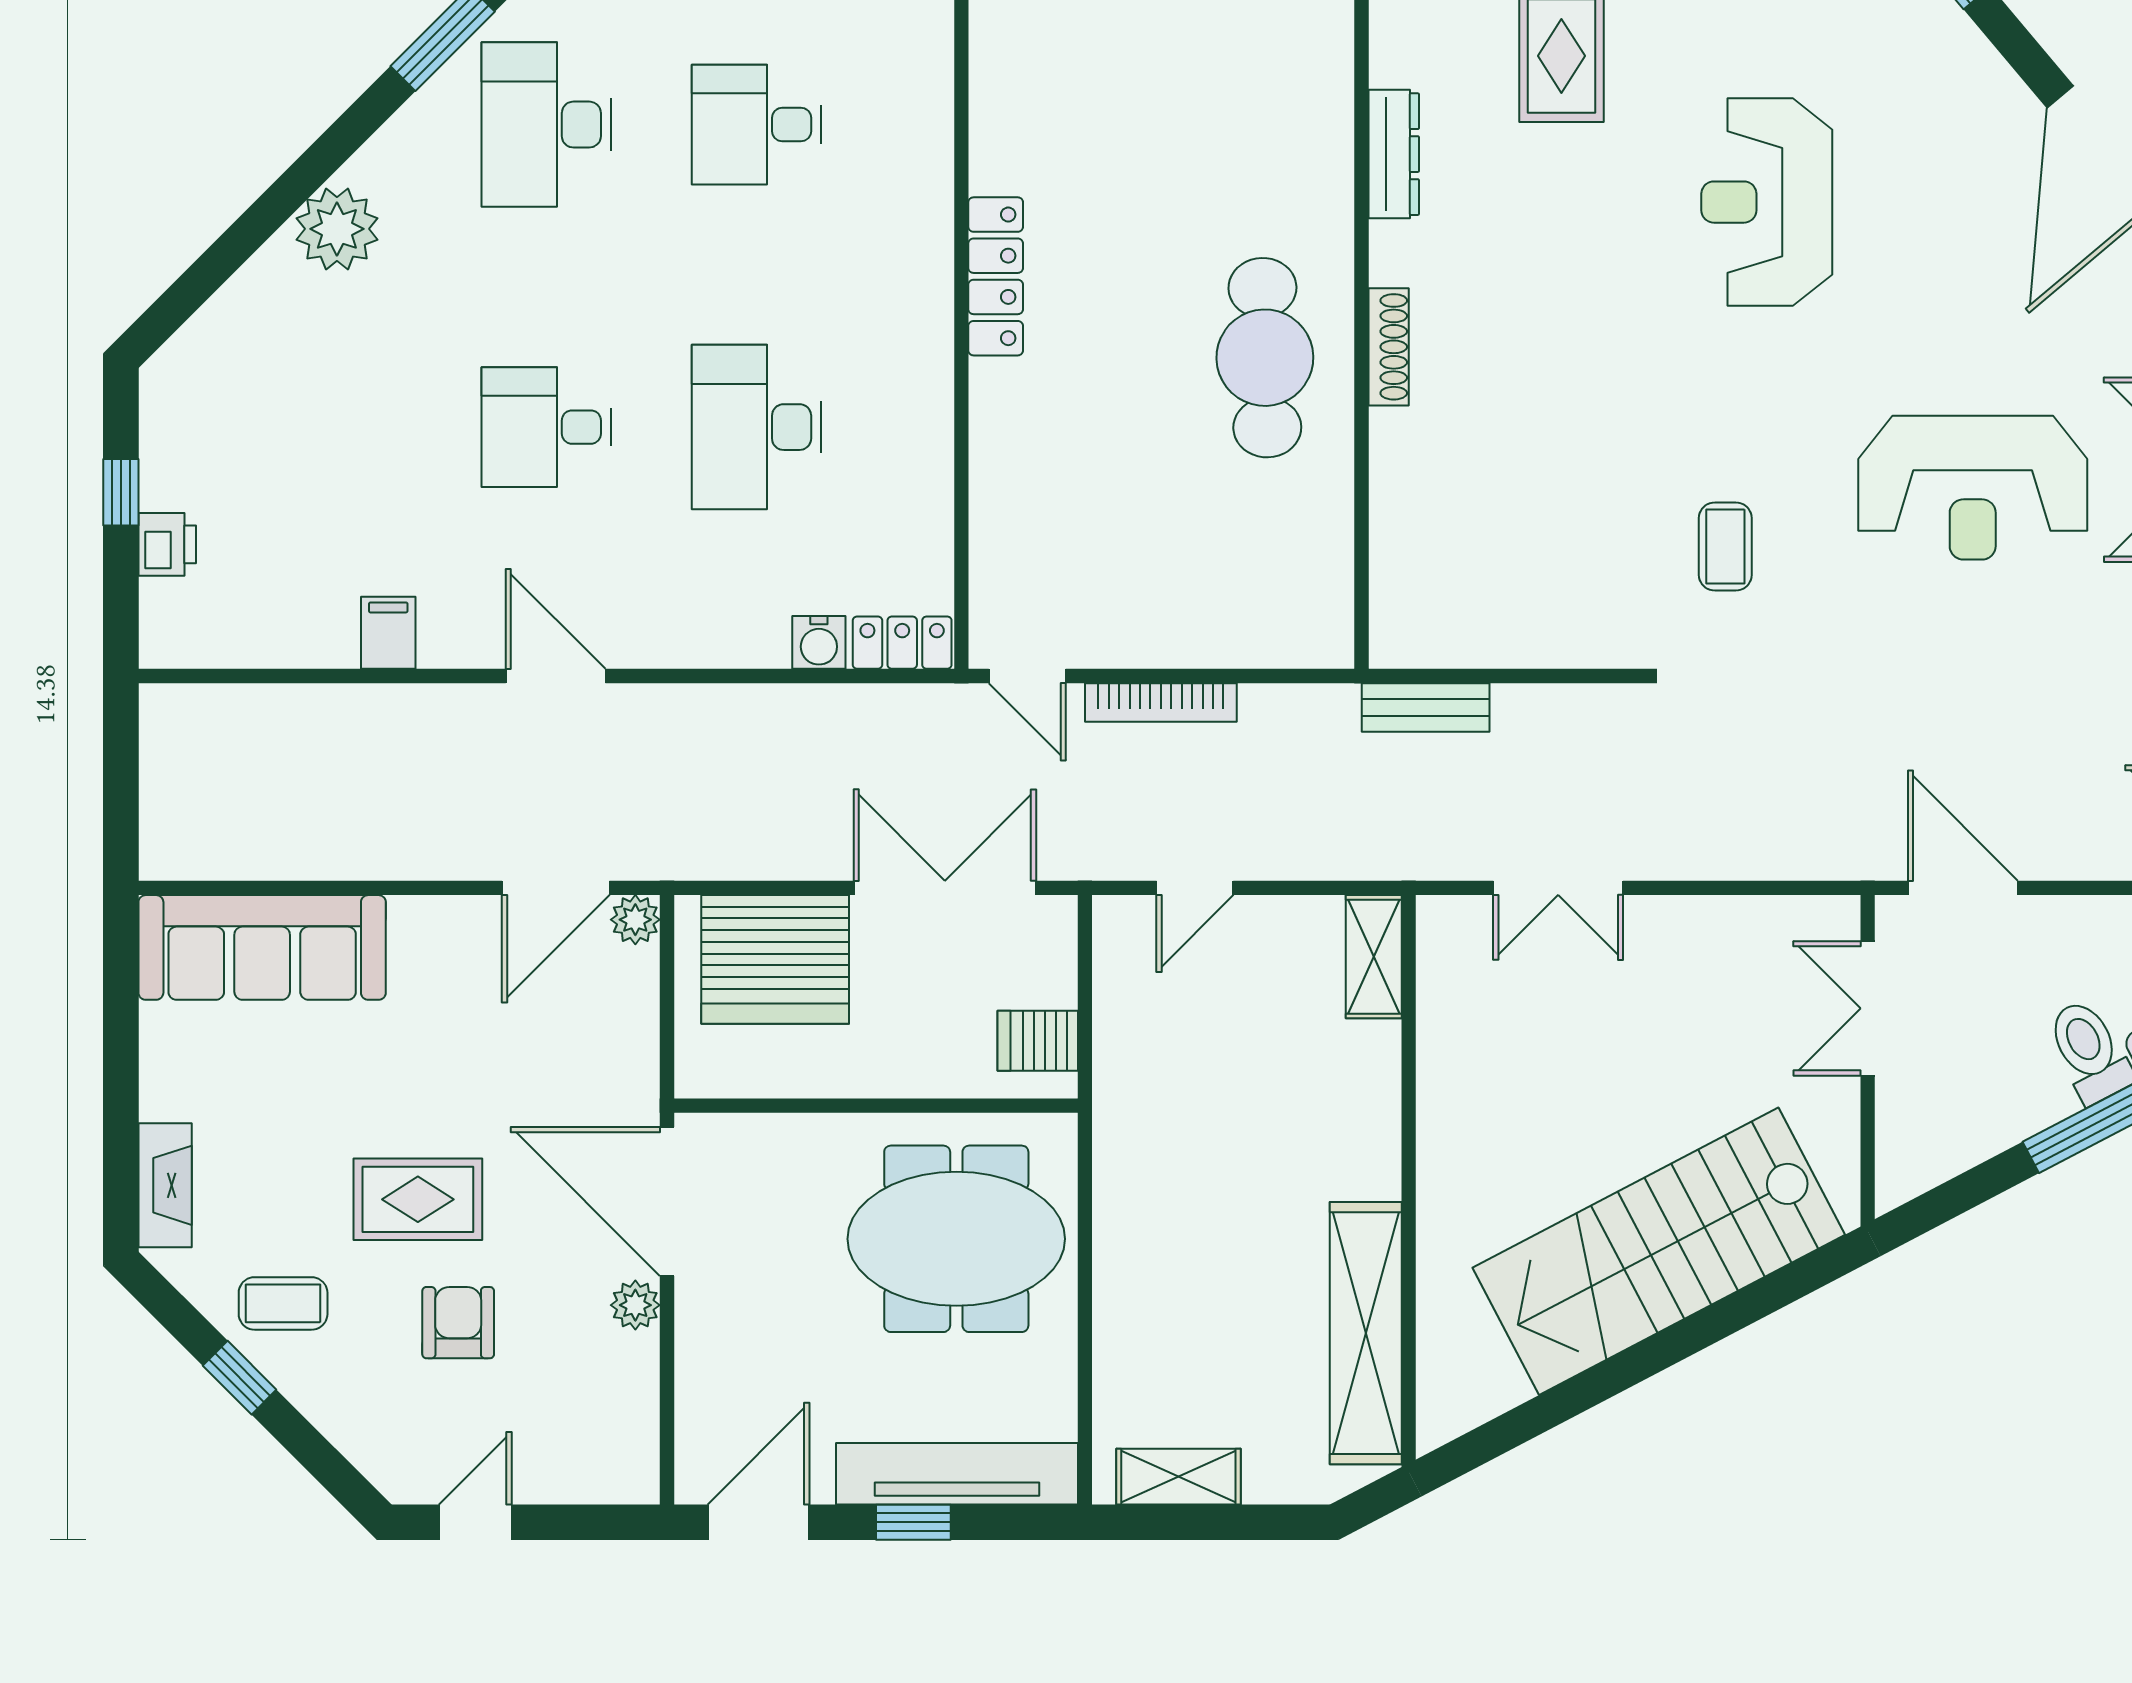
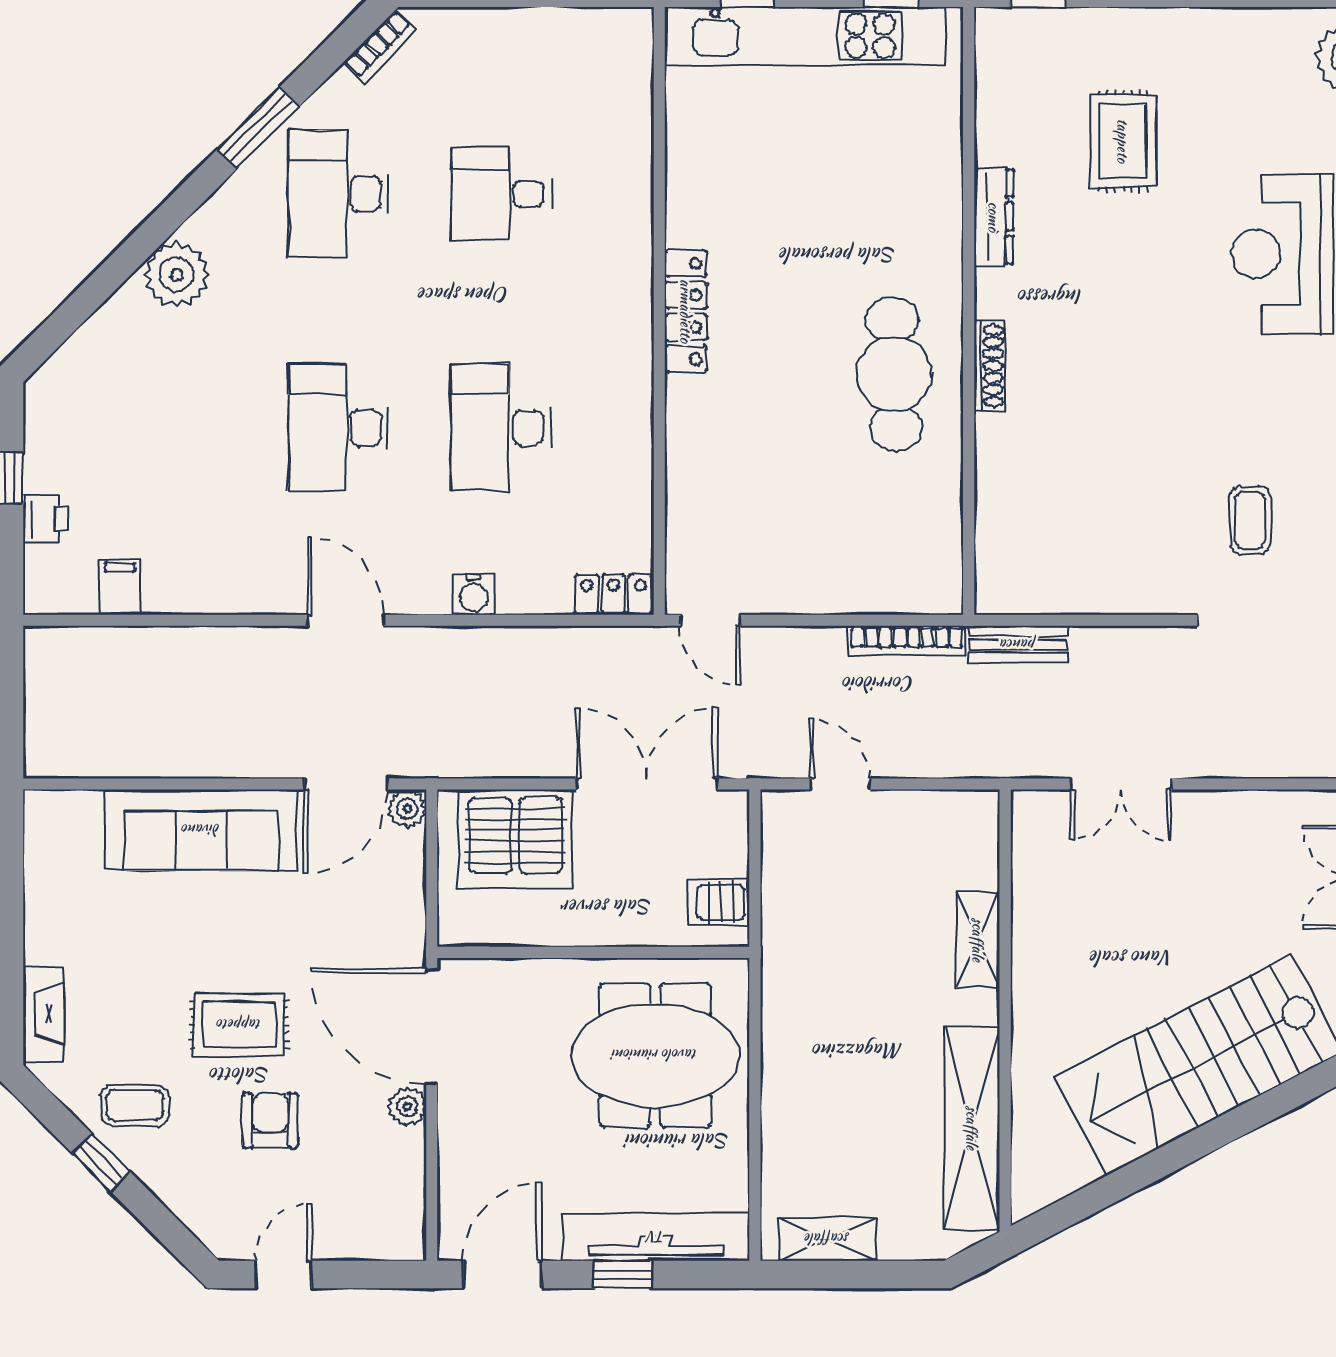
desk: (546, 427) -> (338, 428), width x1.37
filing cabinet: (388, 633) -> (120, 587), moved
water cooler: (819, 642) -> (474, 594), moved
bookcase: (1161, 702) -> (907, 641), moved
door: (1195, 888) -> (840, 784), swing flipped
sofa: (262, 947) -> (201, 830), moved
shelving: (1374, 957) -> (978, 940), moved

